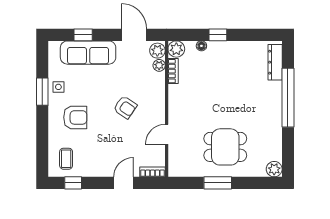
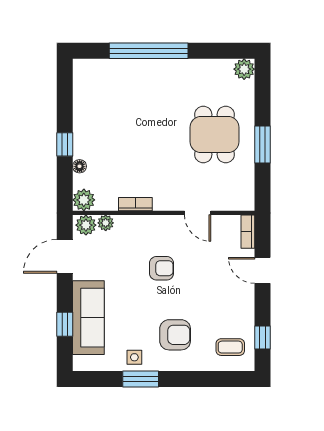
dresser: (275, 62) -> (101, 68), removed
bookcase: (173, 71) -> (135, 204), moved
armchair: (125, 107) -> (162, 268), turned 56
armchair: (75, 117) -> (175, 335), turned 90

